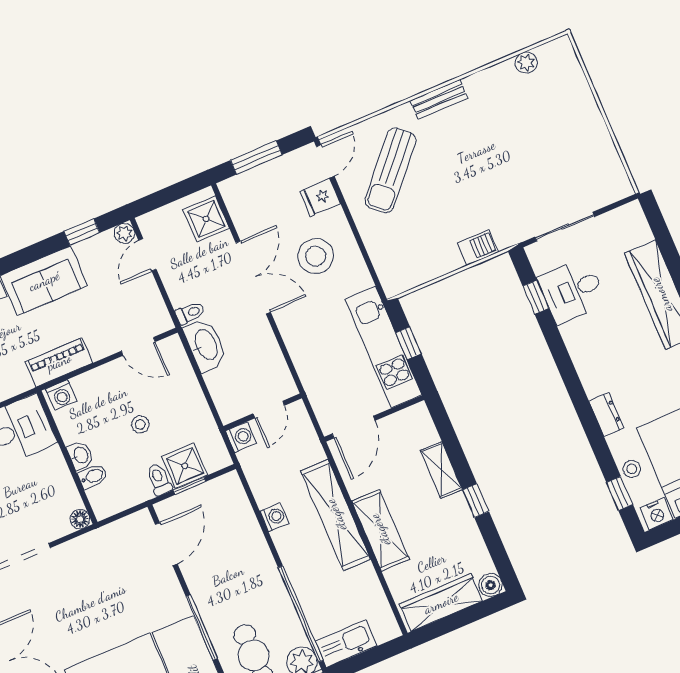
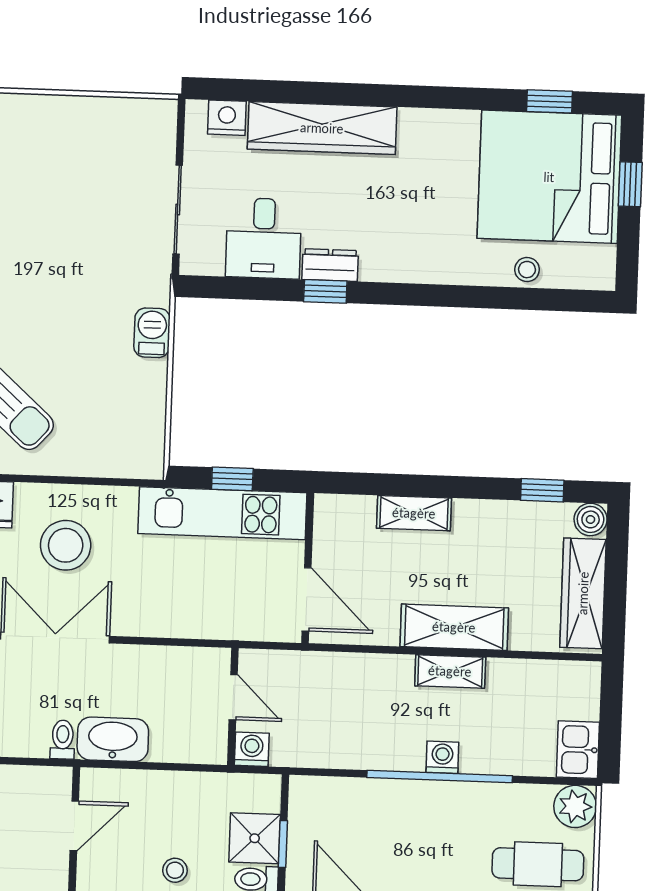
window: (536, 297) -> (325, 291), moved
dresser: (606, 414) -> (330, 265), moved
window: (620, 493) -> (551, 300), removed
window: (476, 501) -> (542, 490), moved
nightstand: (657, 514) -> (227, 118), moved, turned -90
shelving: (336, 515) -> (450, 671), width x0.45, depth x0.75
washing machine: (274, 517) -> (442, 757), moved
window: (301, 614) -> (440, 777), moved
kitchen sink: (346, 644) -> (578, 750), width x0.73

